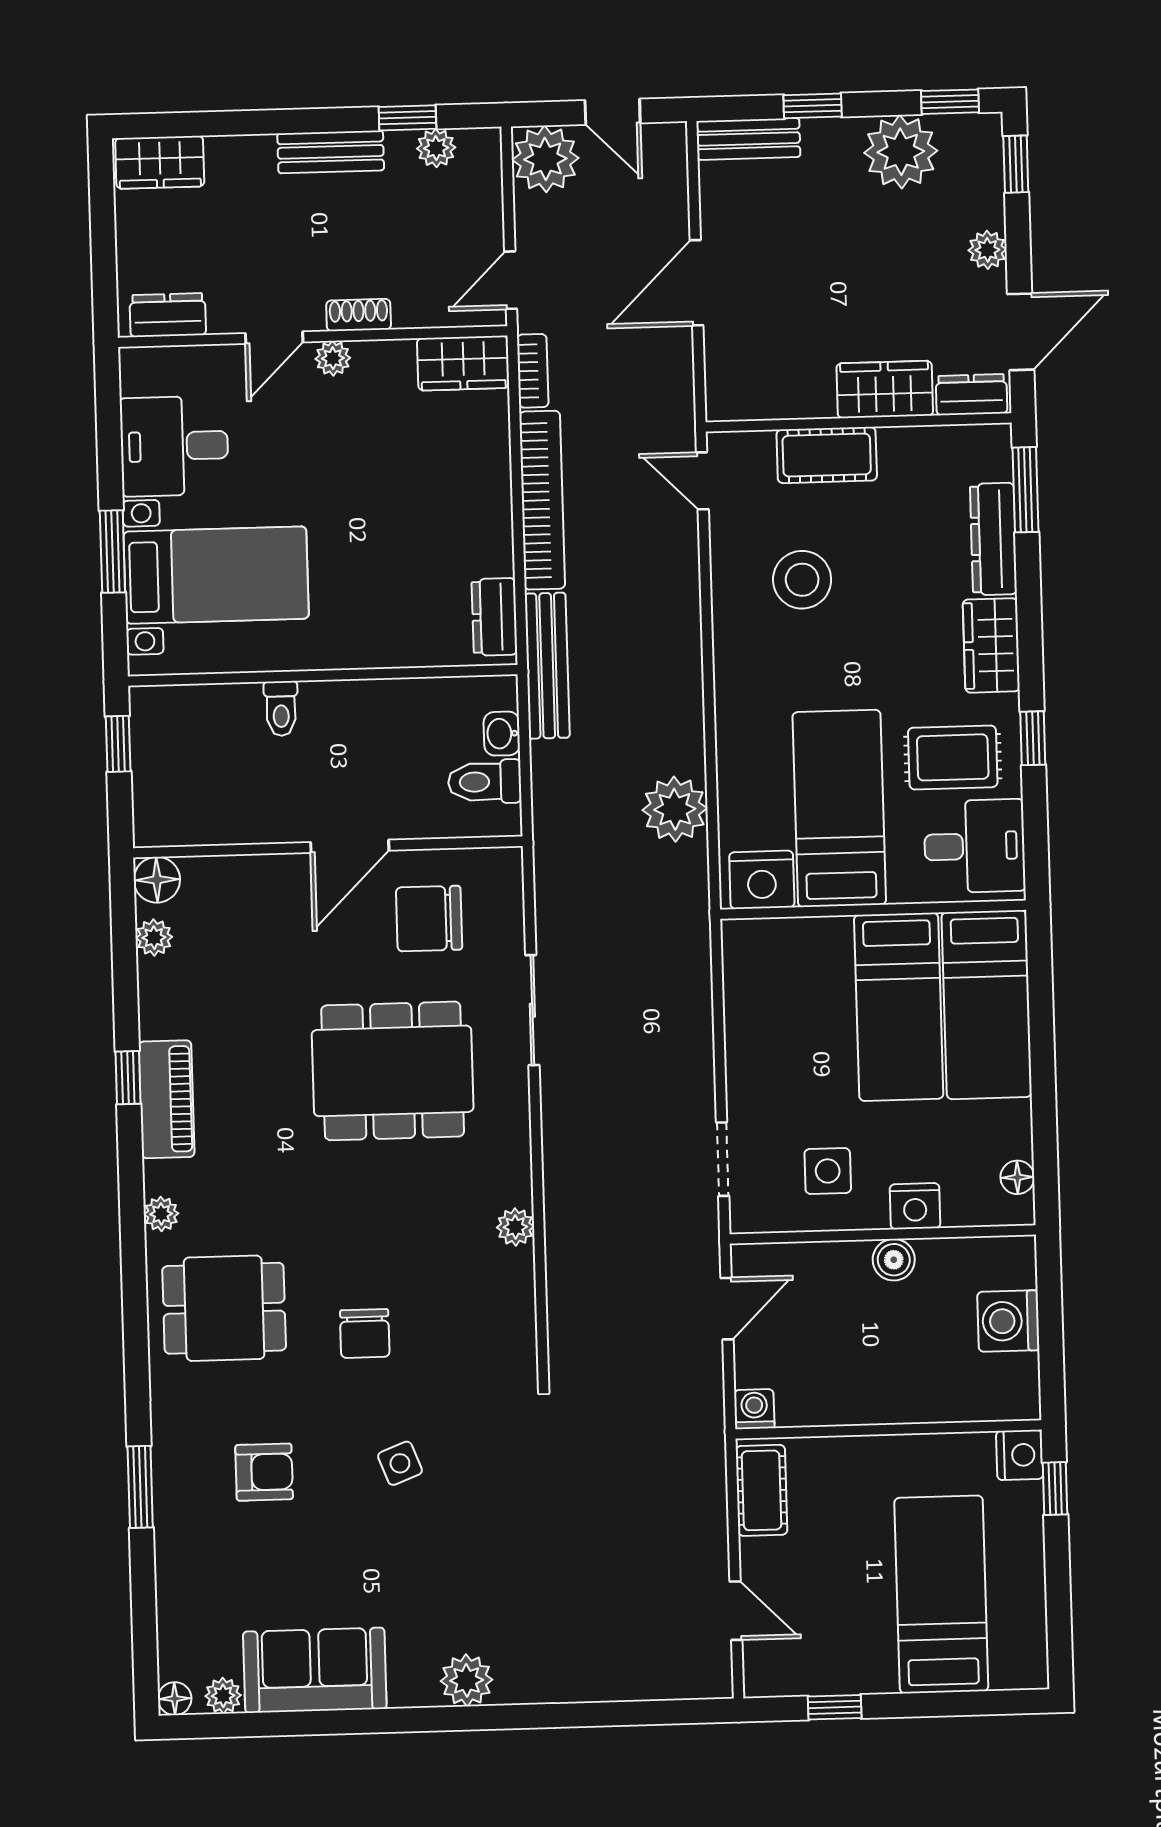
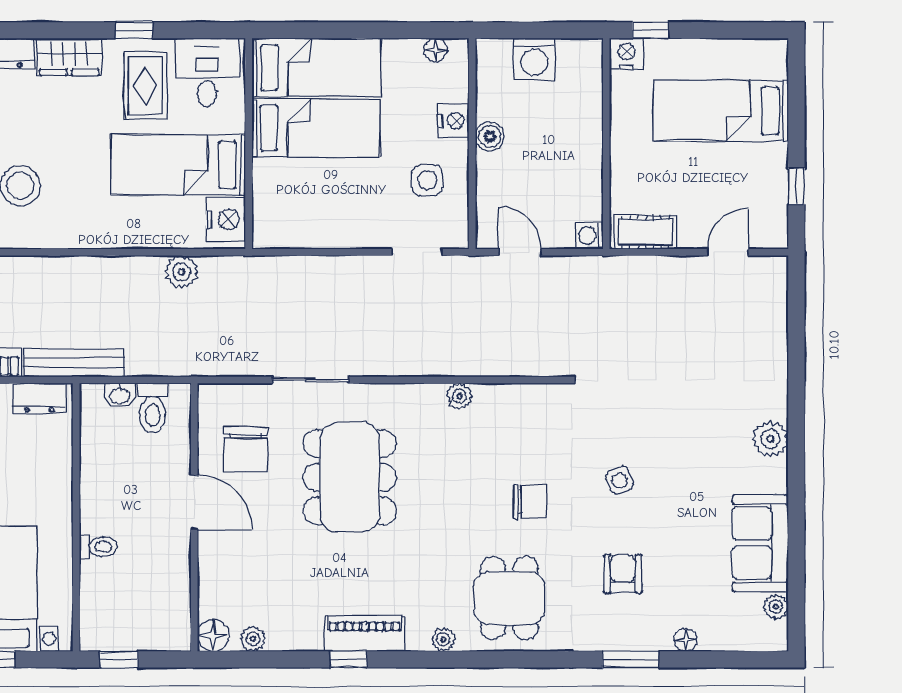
plant: (675, 809) -> (181, 272), width x0.73, depth x0.73
floor lamp: (175, 1699) -> (686, 640), moved

